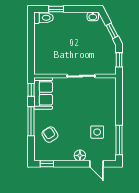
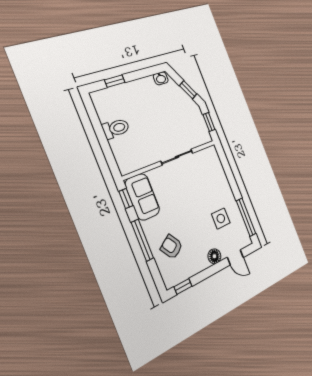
toilet: (43, 18) -> (116, 128), moved

